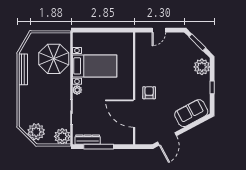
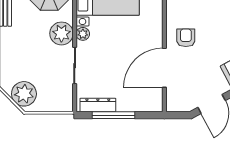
door: (134, 114) -> (164, 68), hinge flipped
plant: (62, 136) -> (61, 33), moved

